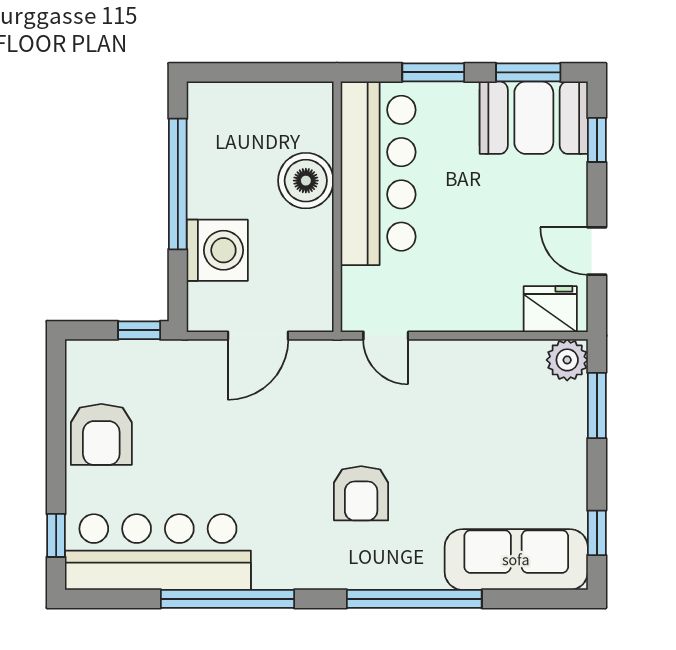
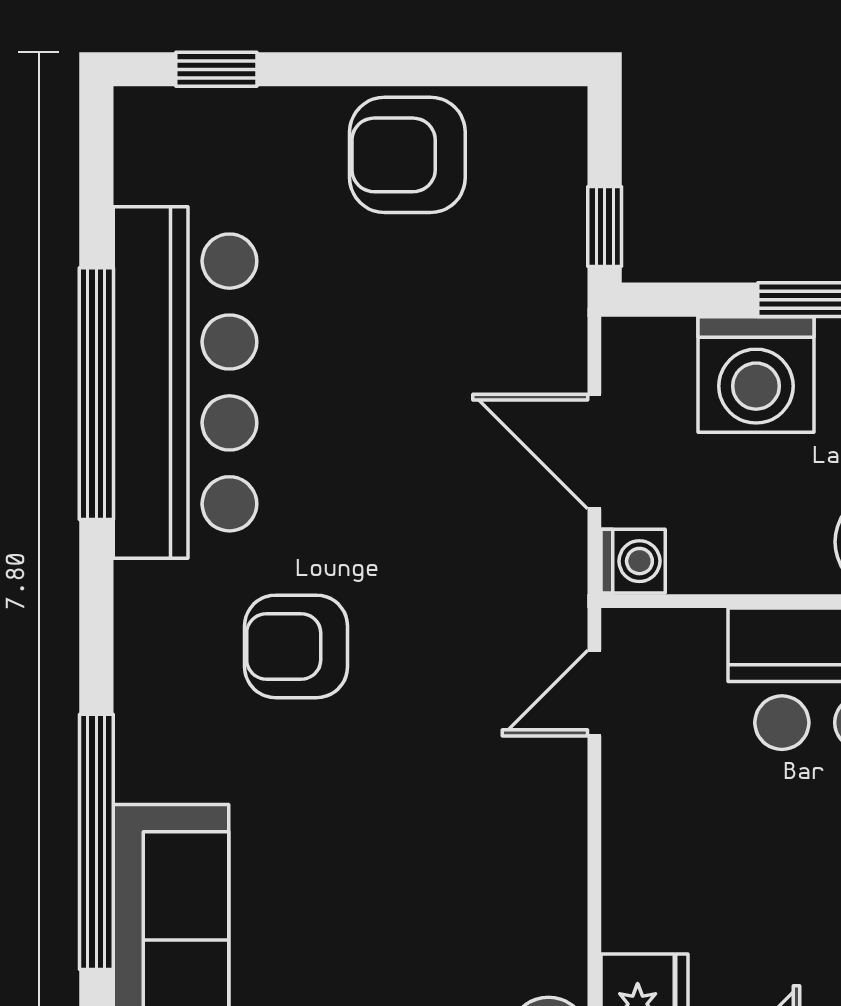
washing machine: (316, 315) -> (633, 561), added
bar counter: (158, 552) -> (185, 382), moved
window: (414, 599) -> (96, 842), moved

